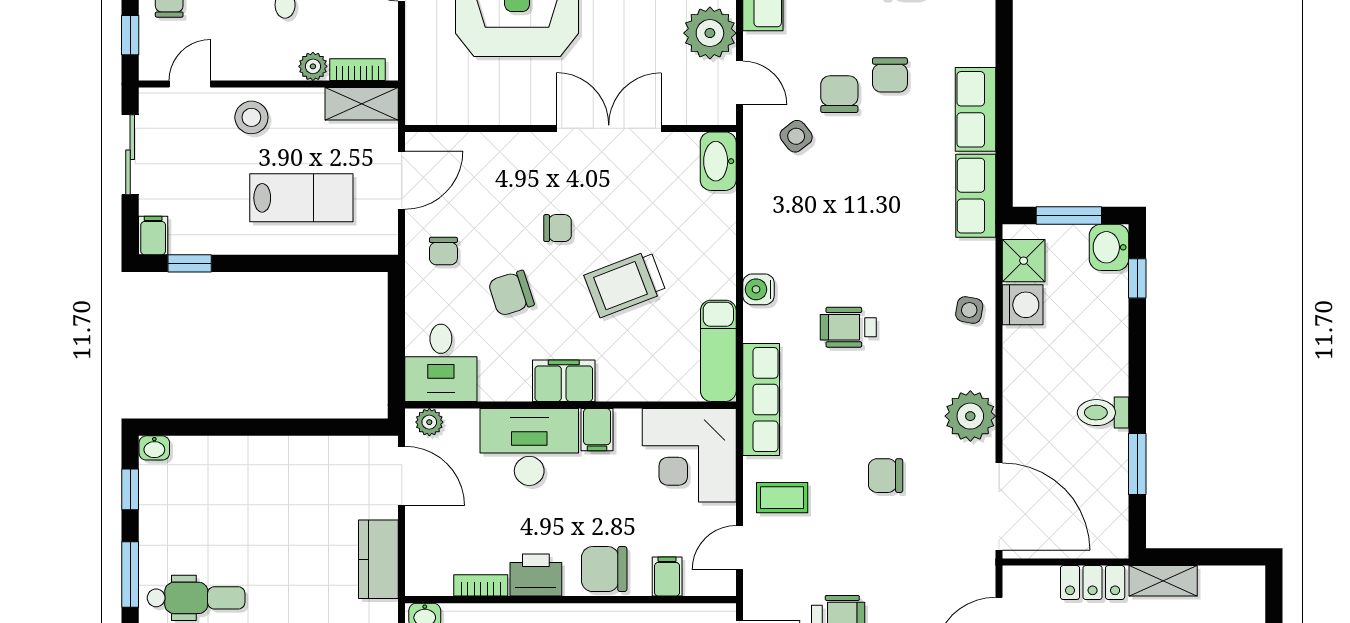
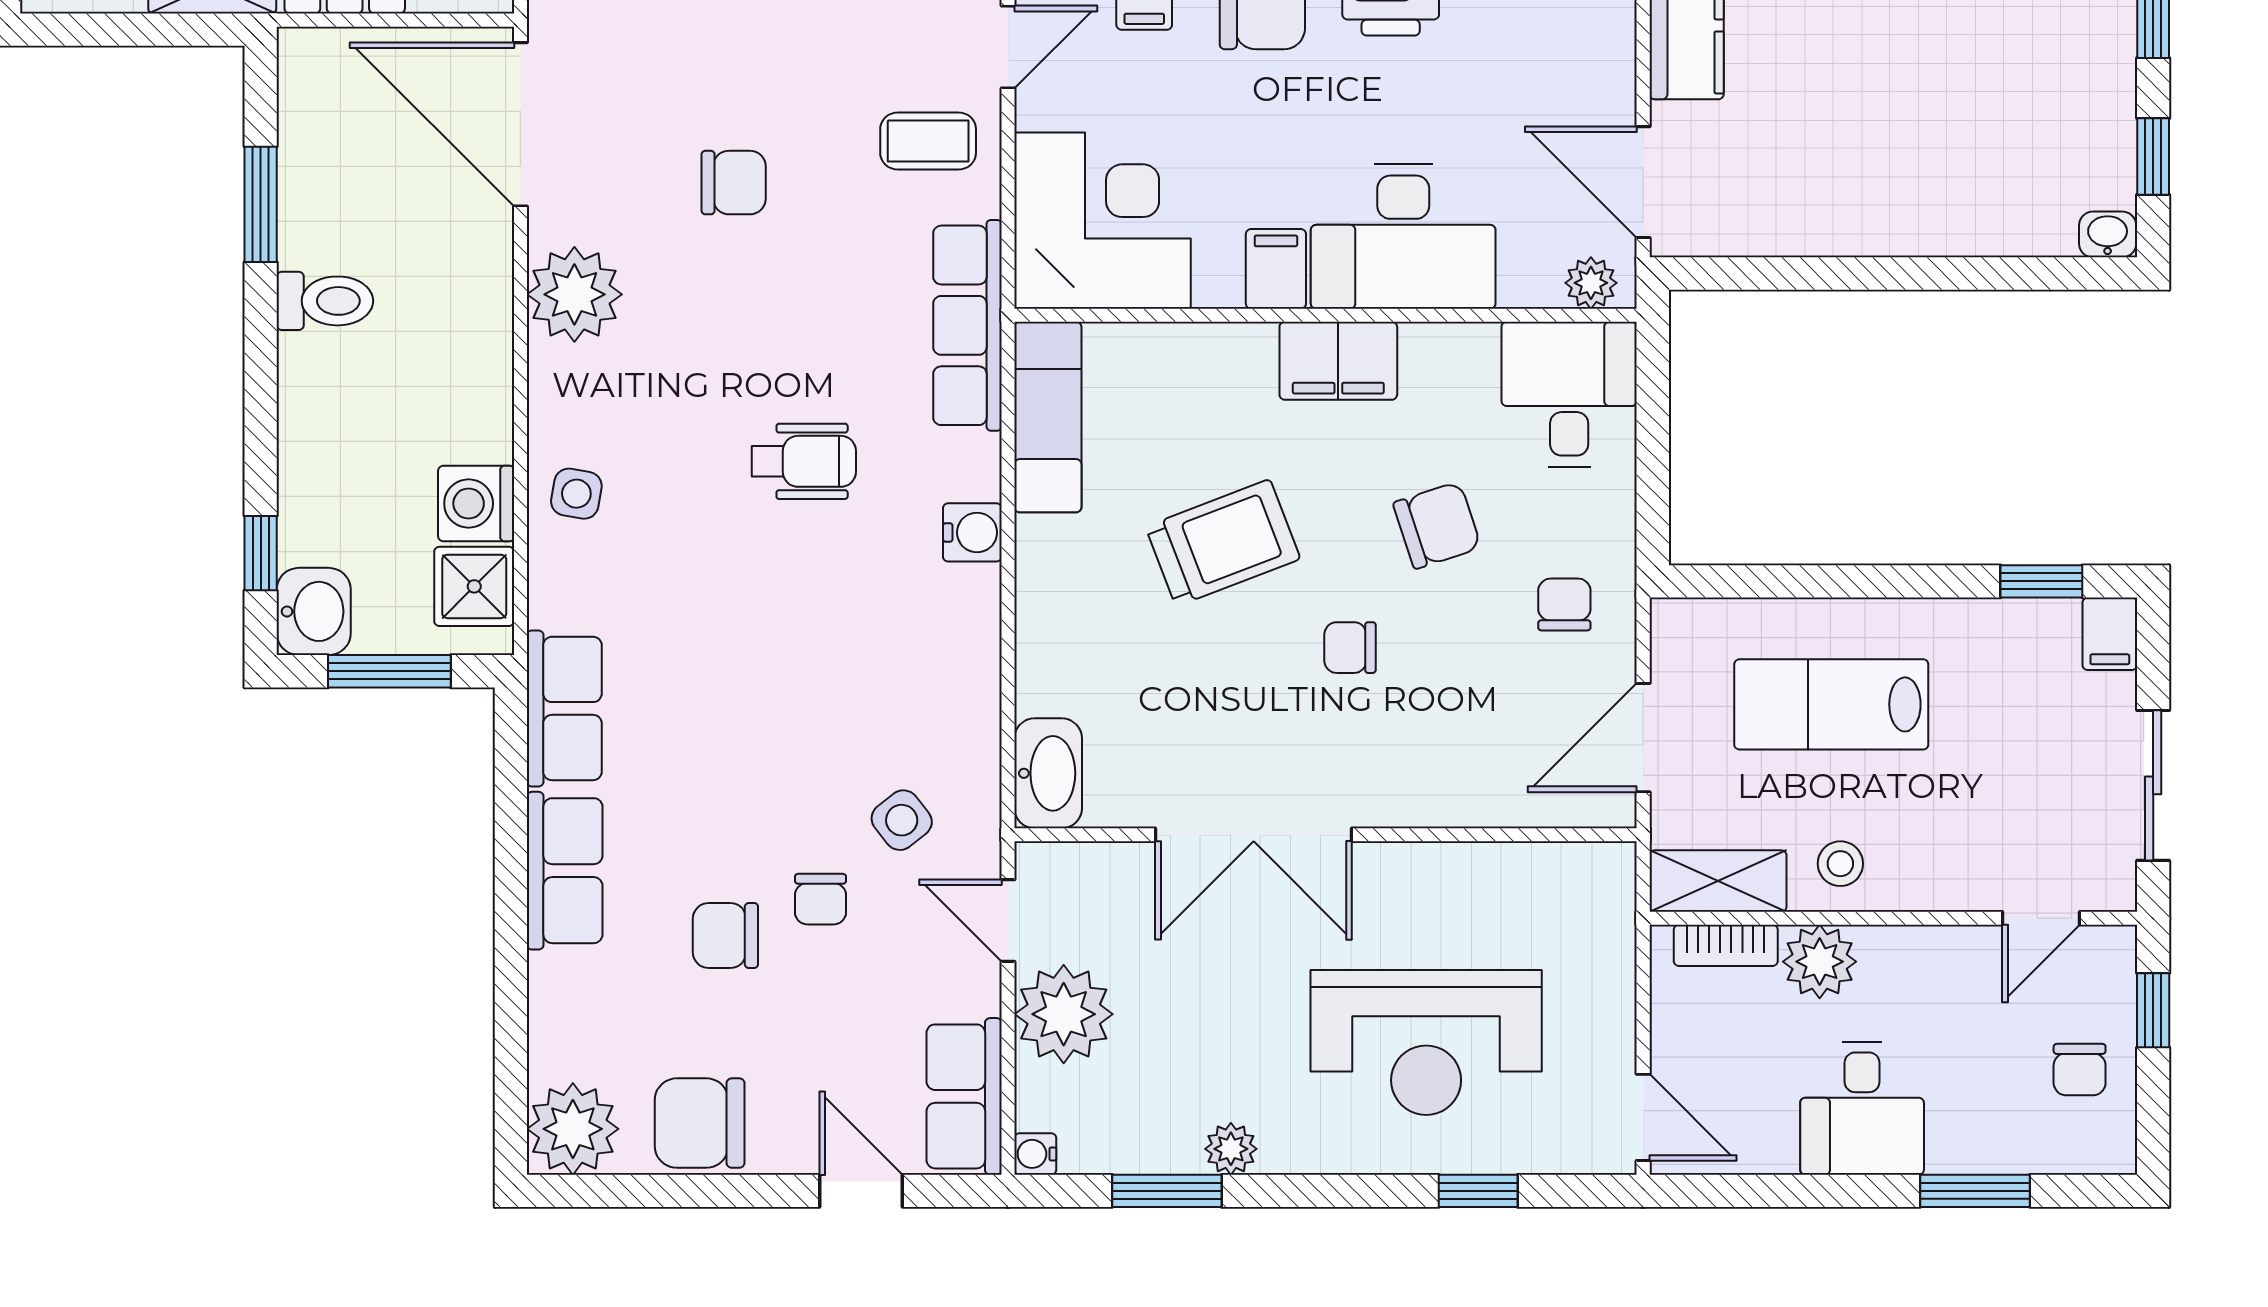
plant: (313, 66) -> (1820, 962), width x1.38, depth x1.38
chair: (890, 75) -> (725, 935), turned -90
chair: (839, 94) -> (820, 899), width x0.73, depth x0.73
stool: (251, 117) -> (1840, 864), moved, width x0.73, depth x0.73

